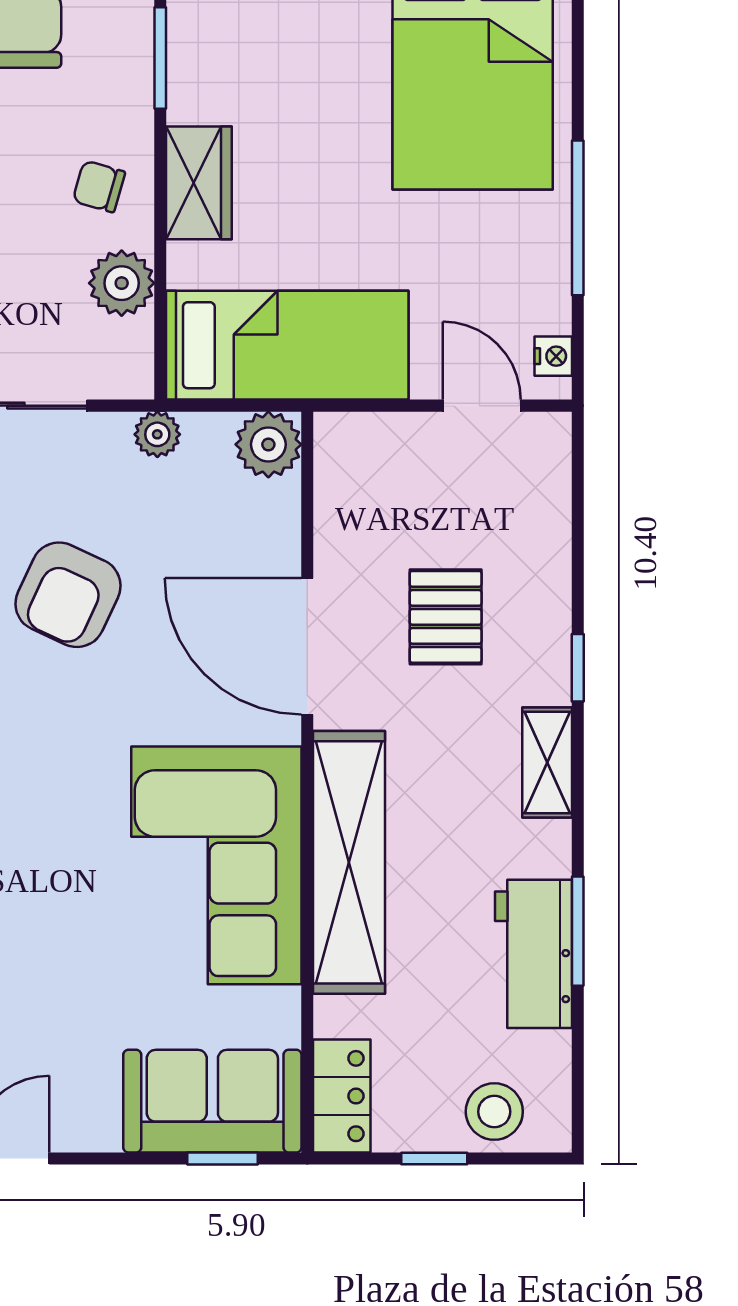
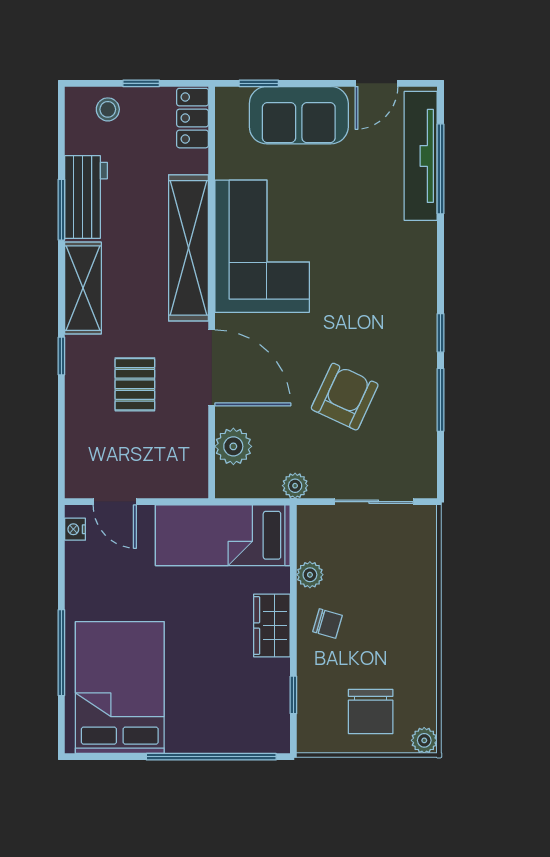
window: (160, 58) -> (293, 695), width x0.67
window: (578, 218) -> (61, 653), moved
plant: (122, 283) -> (310, 575), width x0.73, depth x0.73
plant: (268, 444) -> (233, 446), moved
shelving: (547, 763) -> (83, 288), width x1.50, depth x1.33
sofa: (212, 1101) -> (299, 115), moved
stool: (494, 1112) -> (108, 109), width x0.73, depth x0.73

